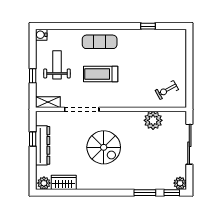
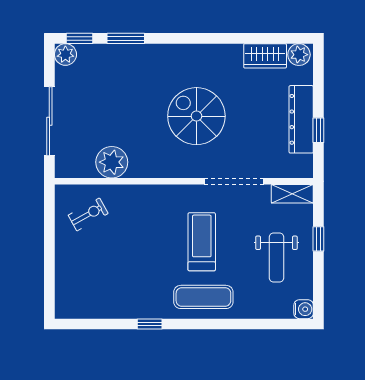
window: (148, 26) -> (150, 324), moved
treadmill: (101, 74) -> (202, 242), turned -90

